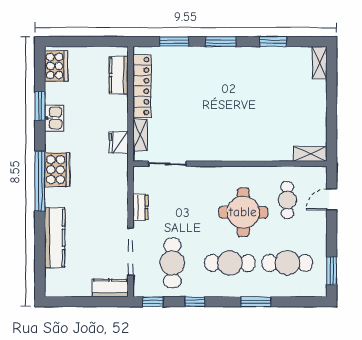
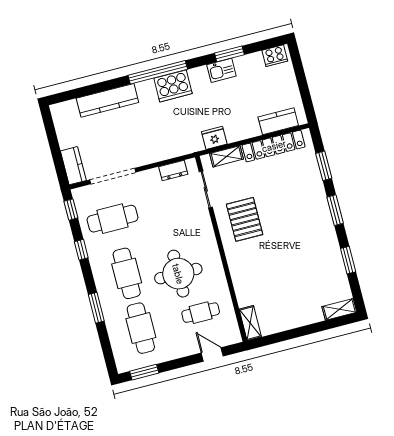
cooker: (56, 66) -> (275, 56), width x0.73, depth x0.76
pallet: (207, 133) -> (245, 219), added
dresser: (140, 207) -> (173, 170), moved

